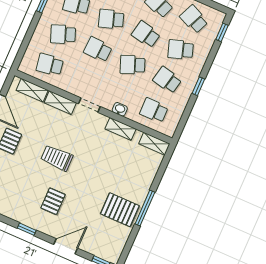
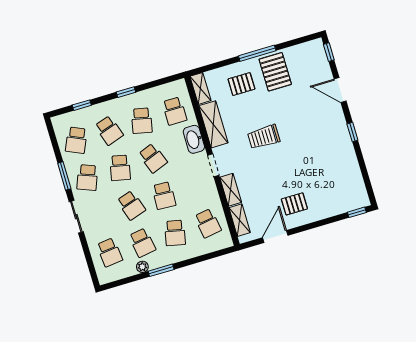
window: (222, 32) -> (82, 105), moved
school desk: (63, 34) -> (175, 233), turned 33
washbasin: (120, 109) -> (194, 139), width x1.91, depth x1.45
shelving: (121, 129) -> (213, 124), width x1.50, depth x1.33
trolley: (57, 158) -> (264, 137), moved, turned 90
pallet: (53, 201) -> (241, 84), moved

